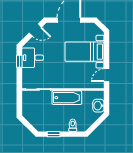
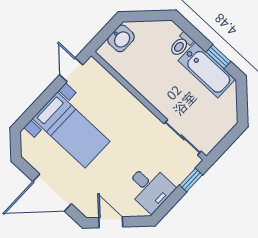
window: (19, 61) -> (191, 180), moved
door: (106, 75) -> (71, 70), swing flipped
bathtub: (67, 98) -> (207, 70), moved, turned 180

